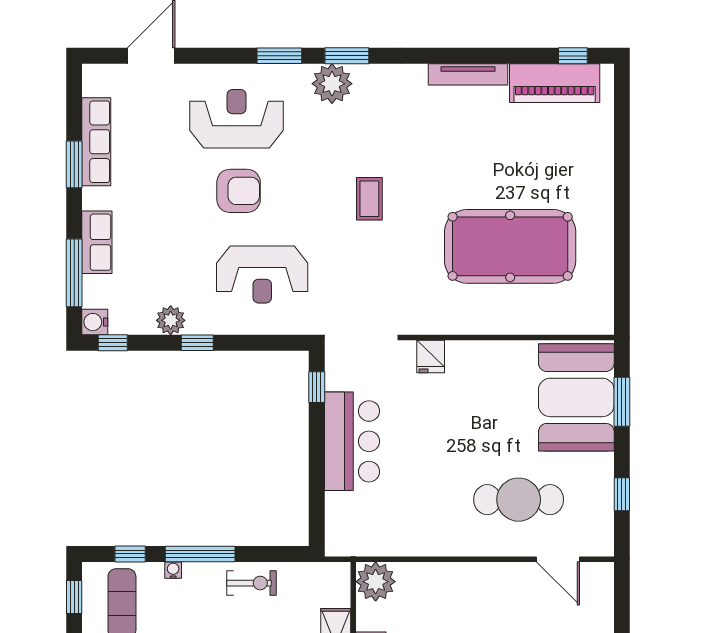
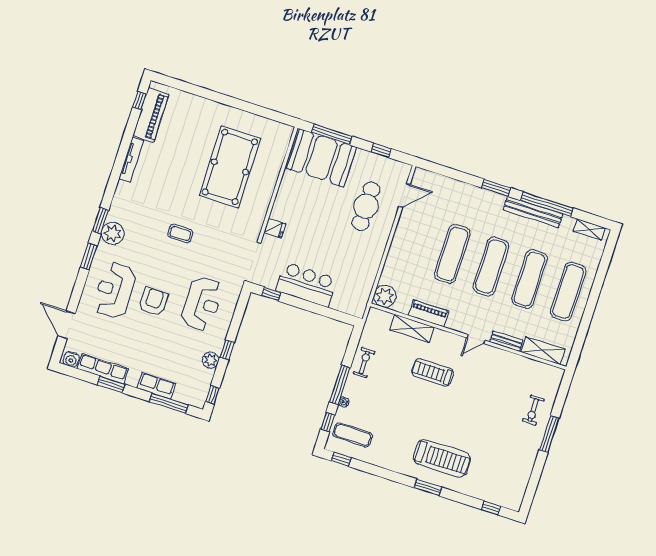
water cooler: (95, 322) -> (71, 359), moved
window: (622, 402) -> (332, 134), width x1.44

